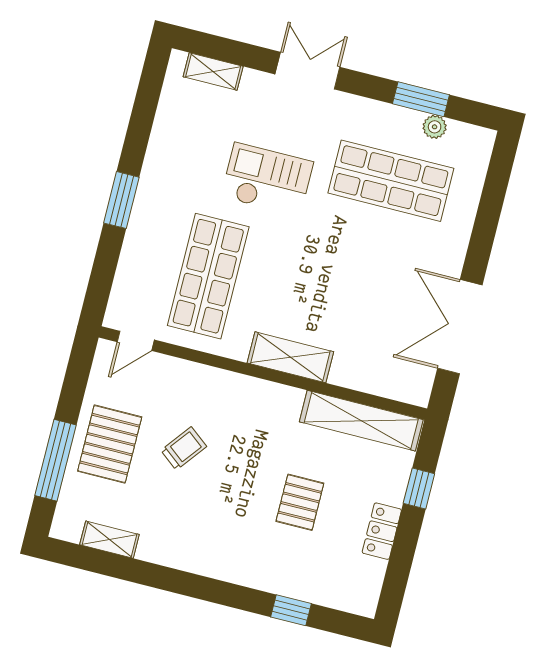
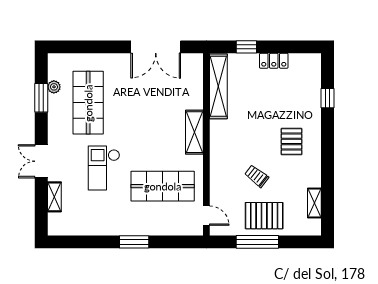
shelving: (213, 72) -> (54, 197), moved
window: (56, 460) -> (257, 242), moved
pallet: (300, 502) -> (292, 141), moved, turned 90

